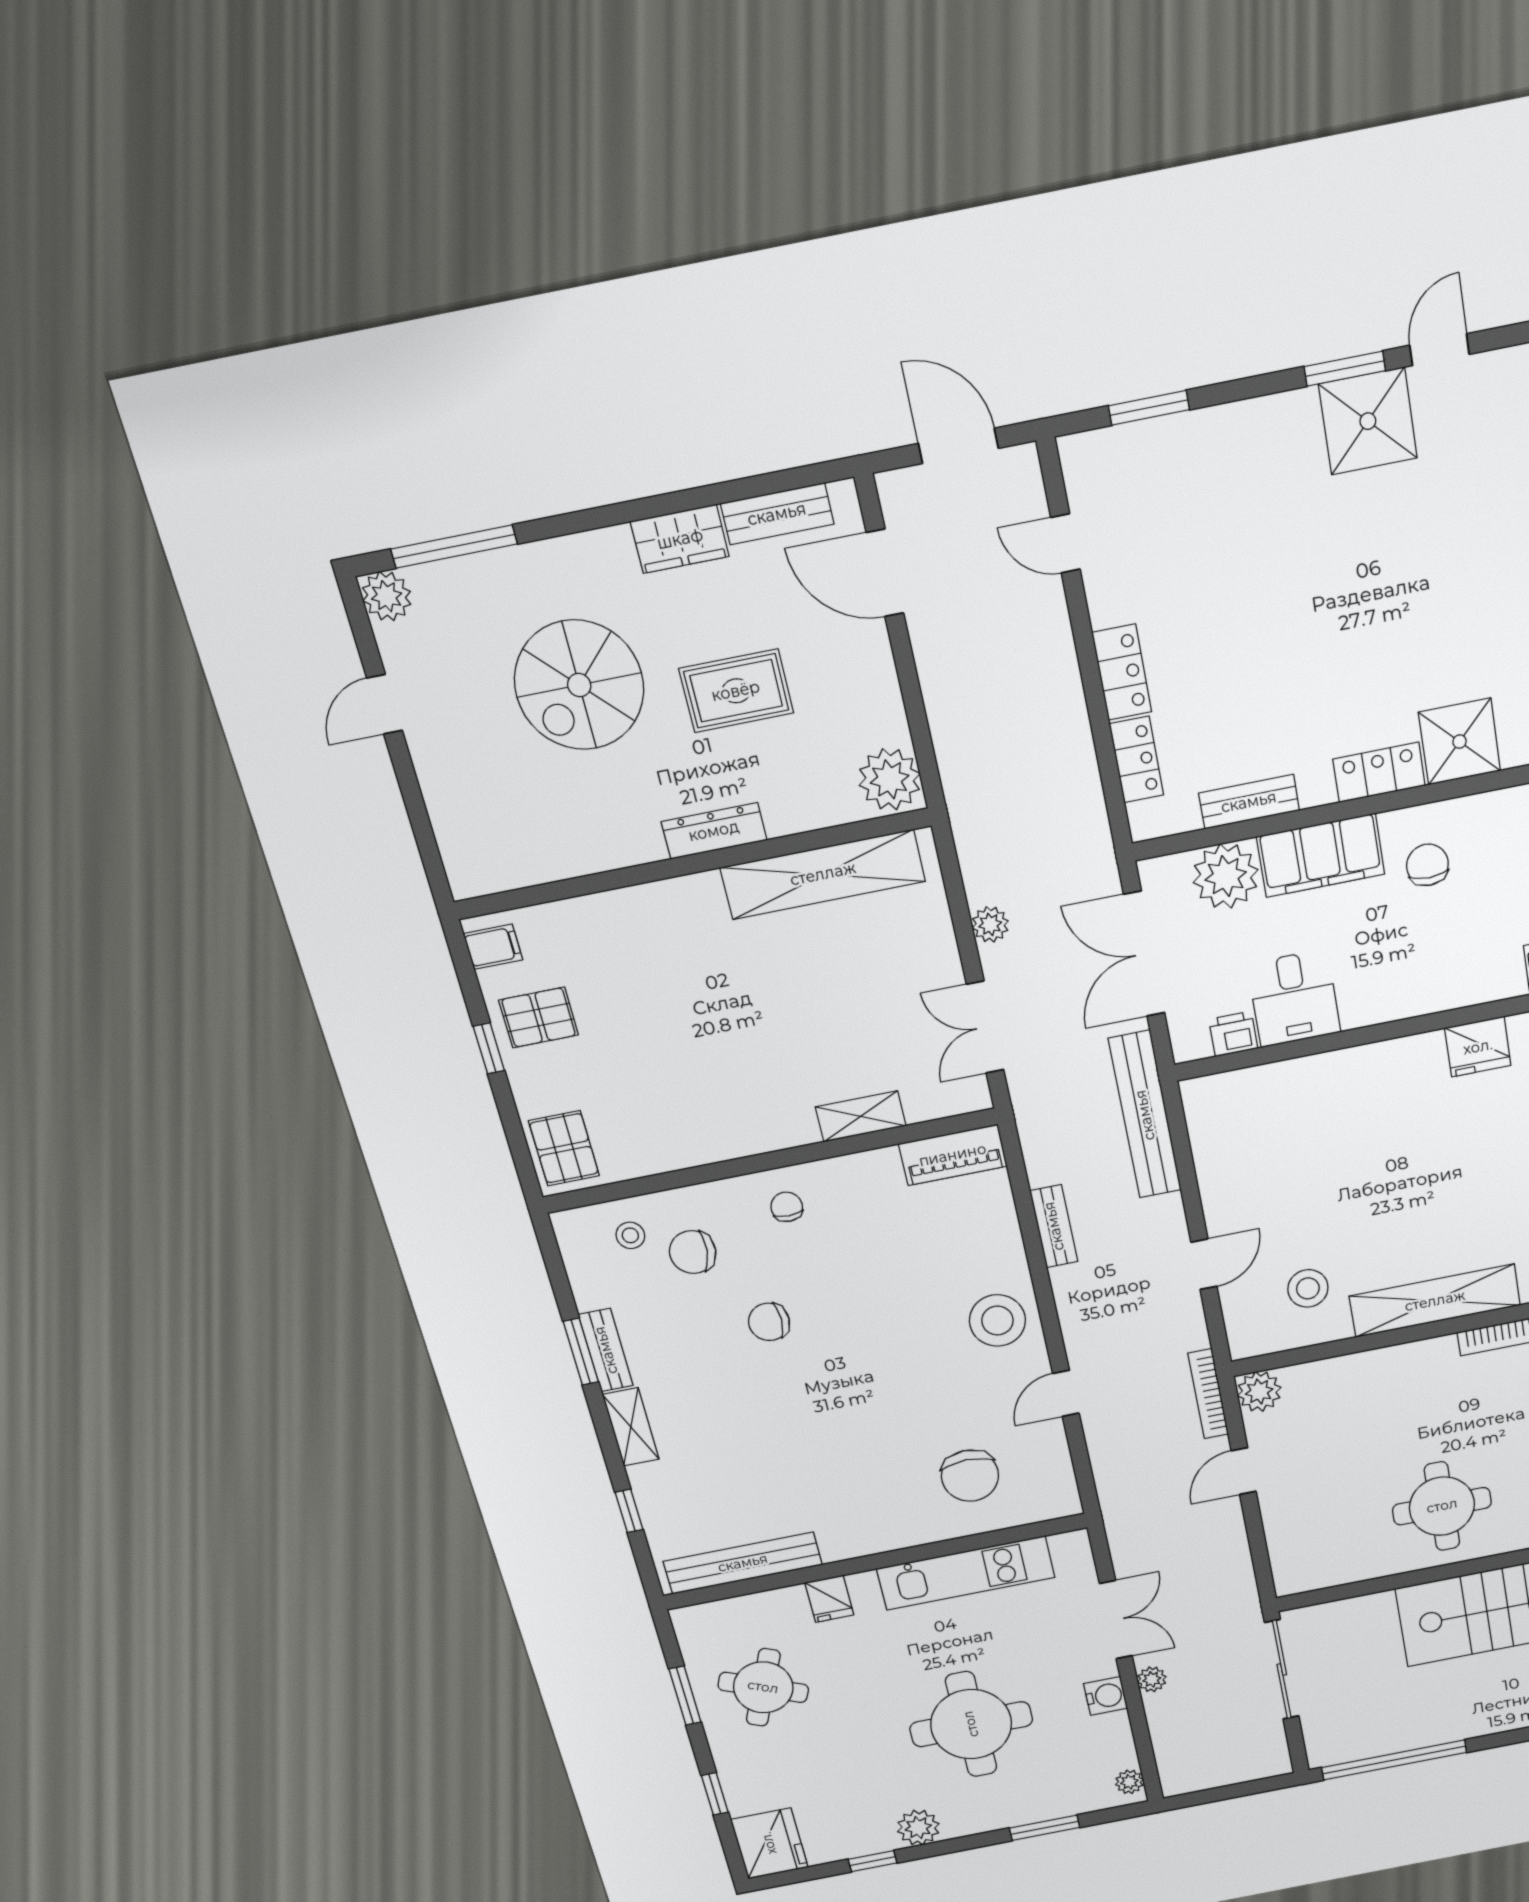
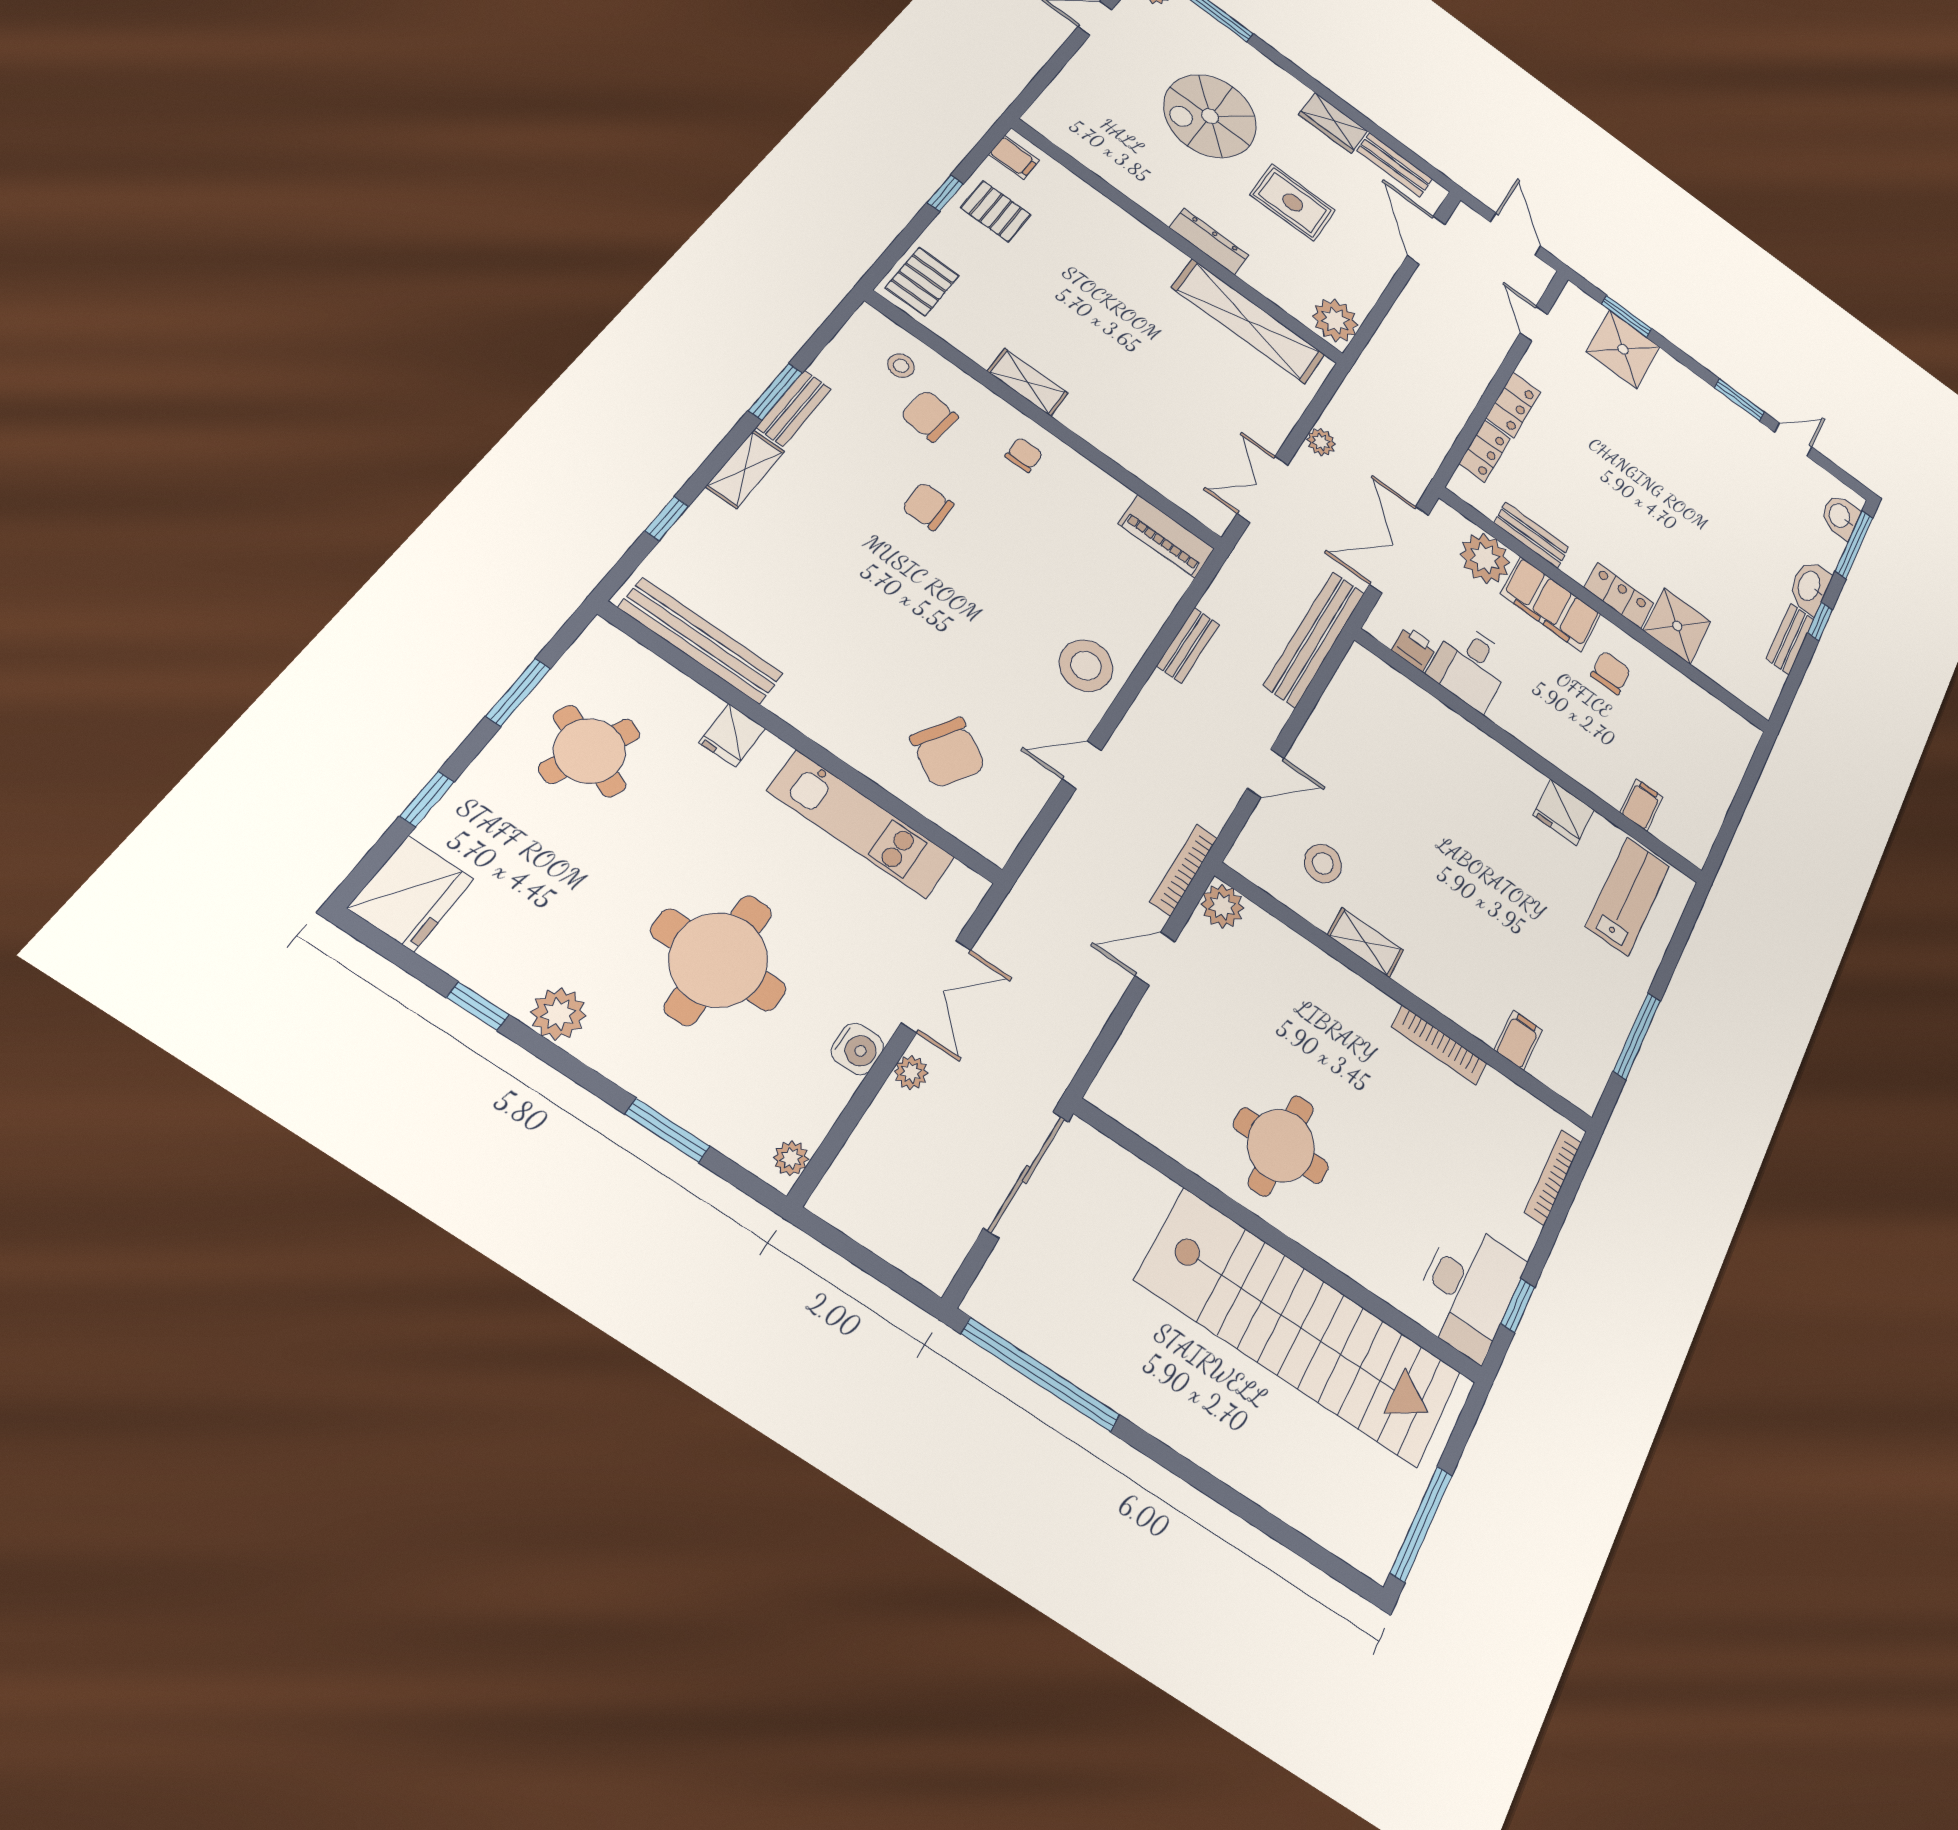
shower: (1368, 421) -> (1623, 349), moved
shelving: (861, 1116) -> (1028, 382), moved
shelving: (1435, 1301) -> (1366, 942), width x0.45, depth x0.75
chair: (970, 1476) -> (948, 753), turned -58

